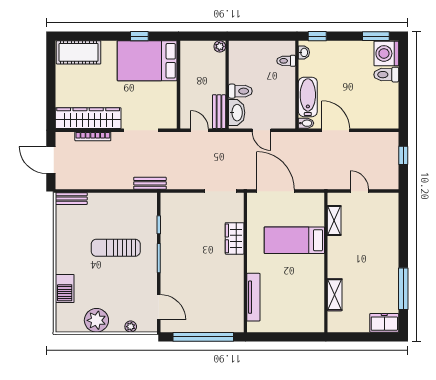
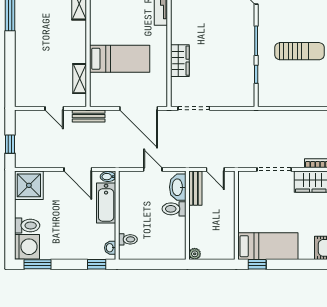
window: (139, 36) -> (257, 264), moved
bed: (147, 61) -> (268, 246), width x0.67
shower: (384, 115) -> (29, 185), added
bench: (150, 183) -> (89, 116), moved

